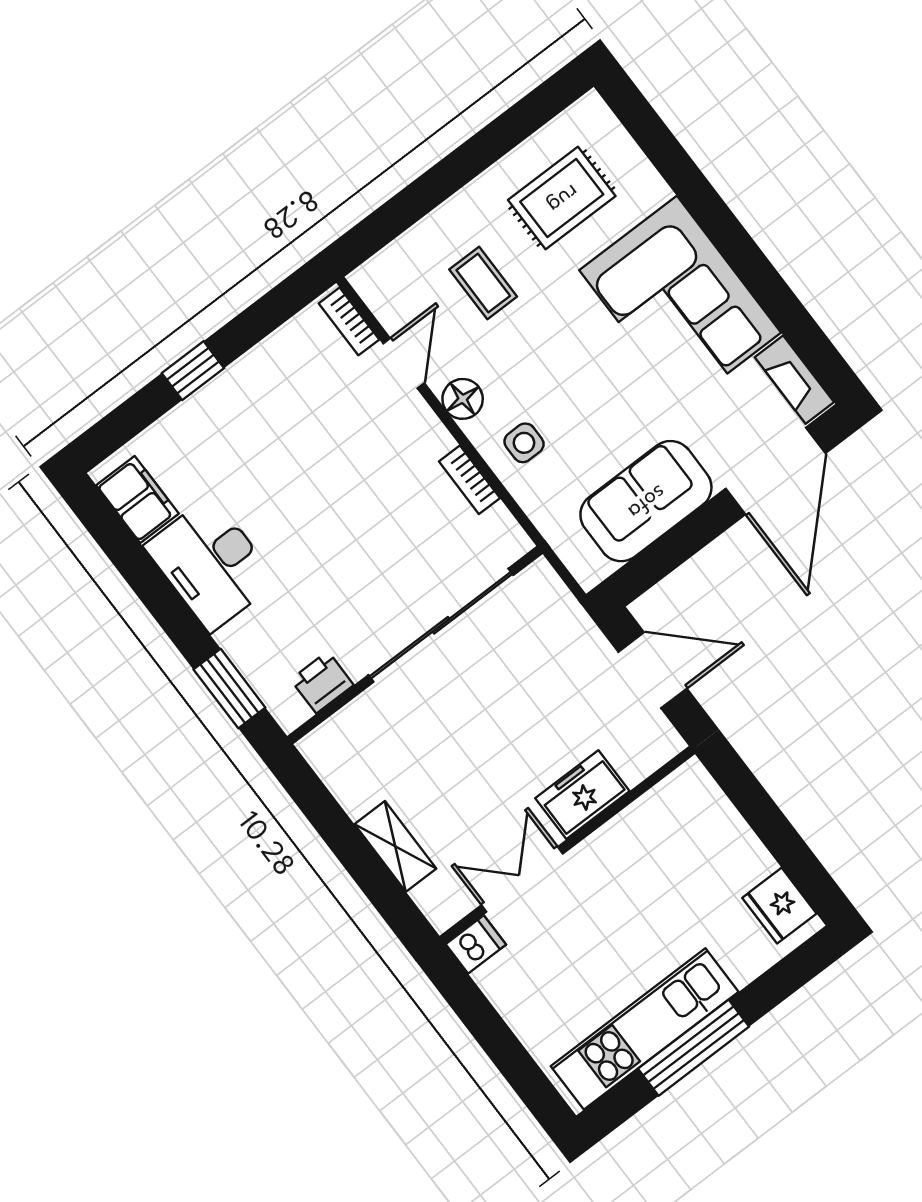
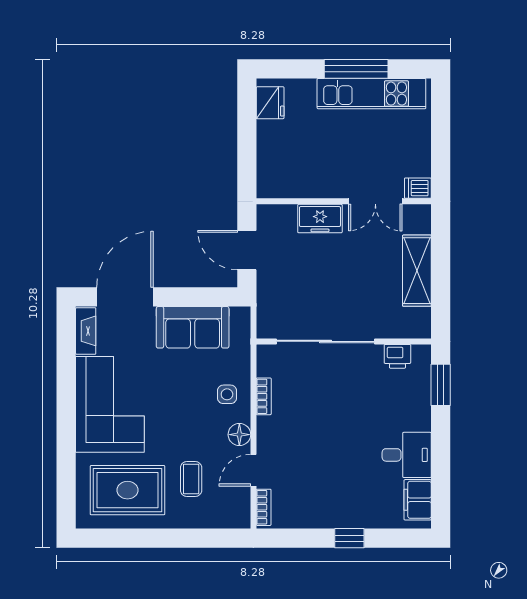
rug: (562, 198) -> (128, 490), width x1.36, depth x1.43
desk: (211, 564) -> (407, 455), width x0.73
shelving: (395, 846) -> (417, 271), width x1.50, depth x1.33

